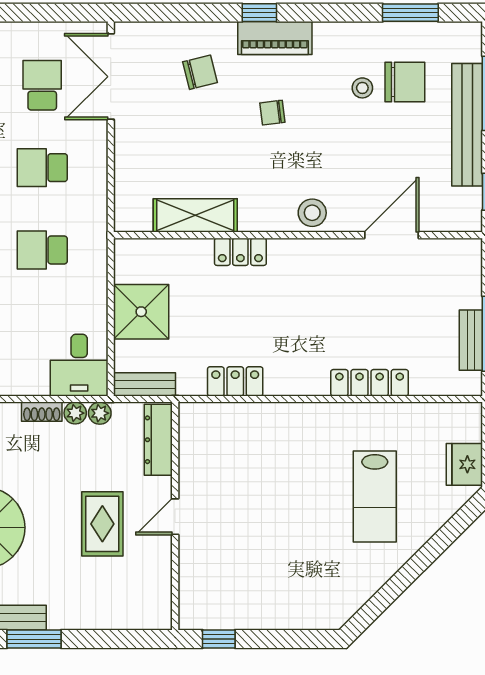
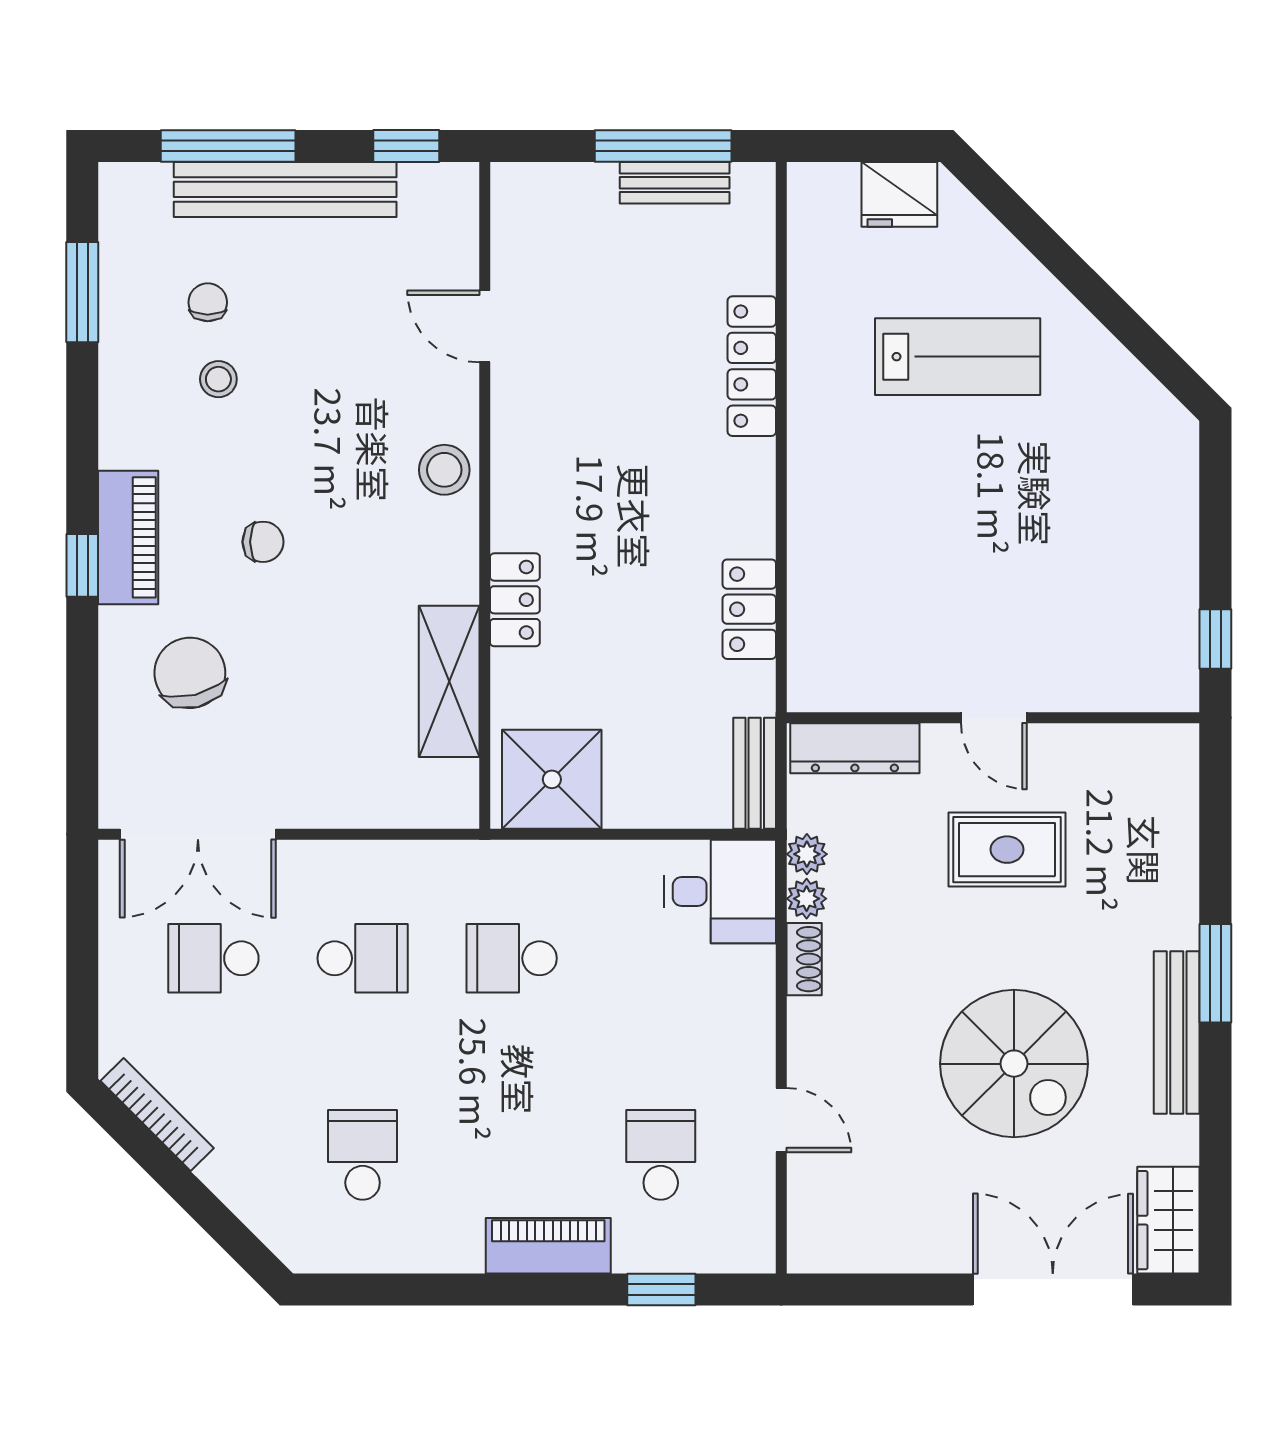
chair: (200, 72) -> (190, 673), width x1.37, depth x1.37
chair: (405, 82) -> (208, 302), width x0.54, depth x0.54
chair: (272, 113) -> (263, 542), turned -83
school desk: (42, 168) -> (363, 958), turned -90
door: (391, 235) -> (485, 326), width x0.73
school desk: (42, 250) -> (512, 958), turned 90
shower: (141, 312) -> (552, 779), moved

